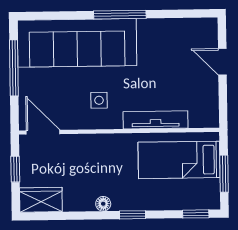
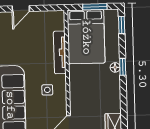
bed: (179, 160) -> (86, 37), width x1.50
floor lamp: (103, 204) -> (115, 67), moved

